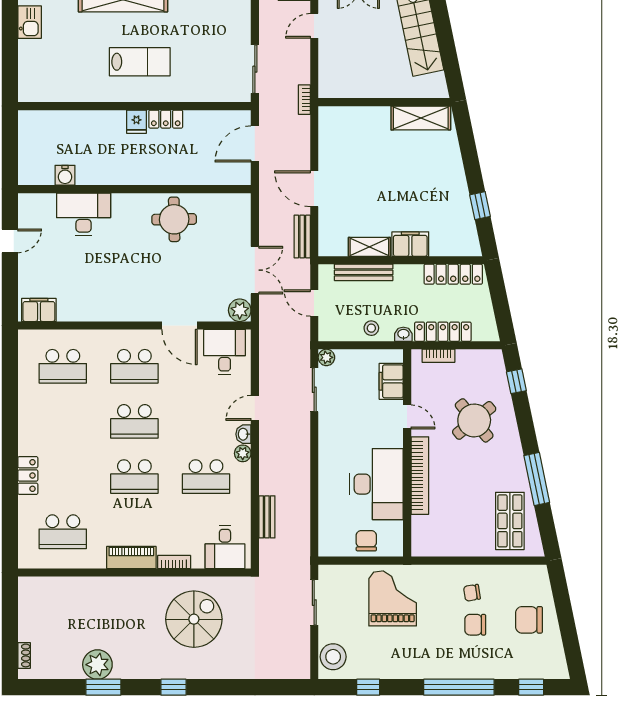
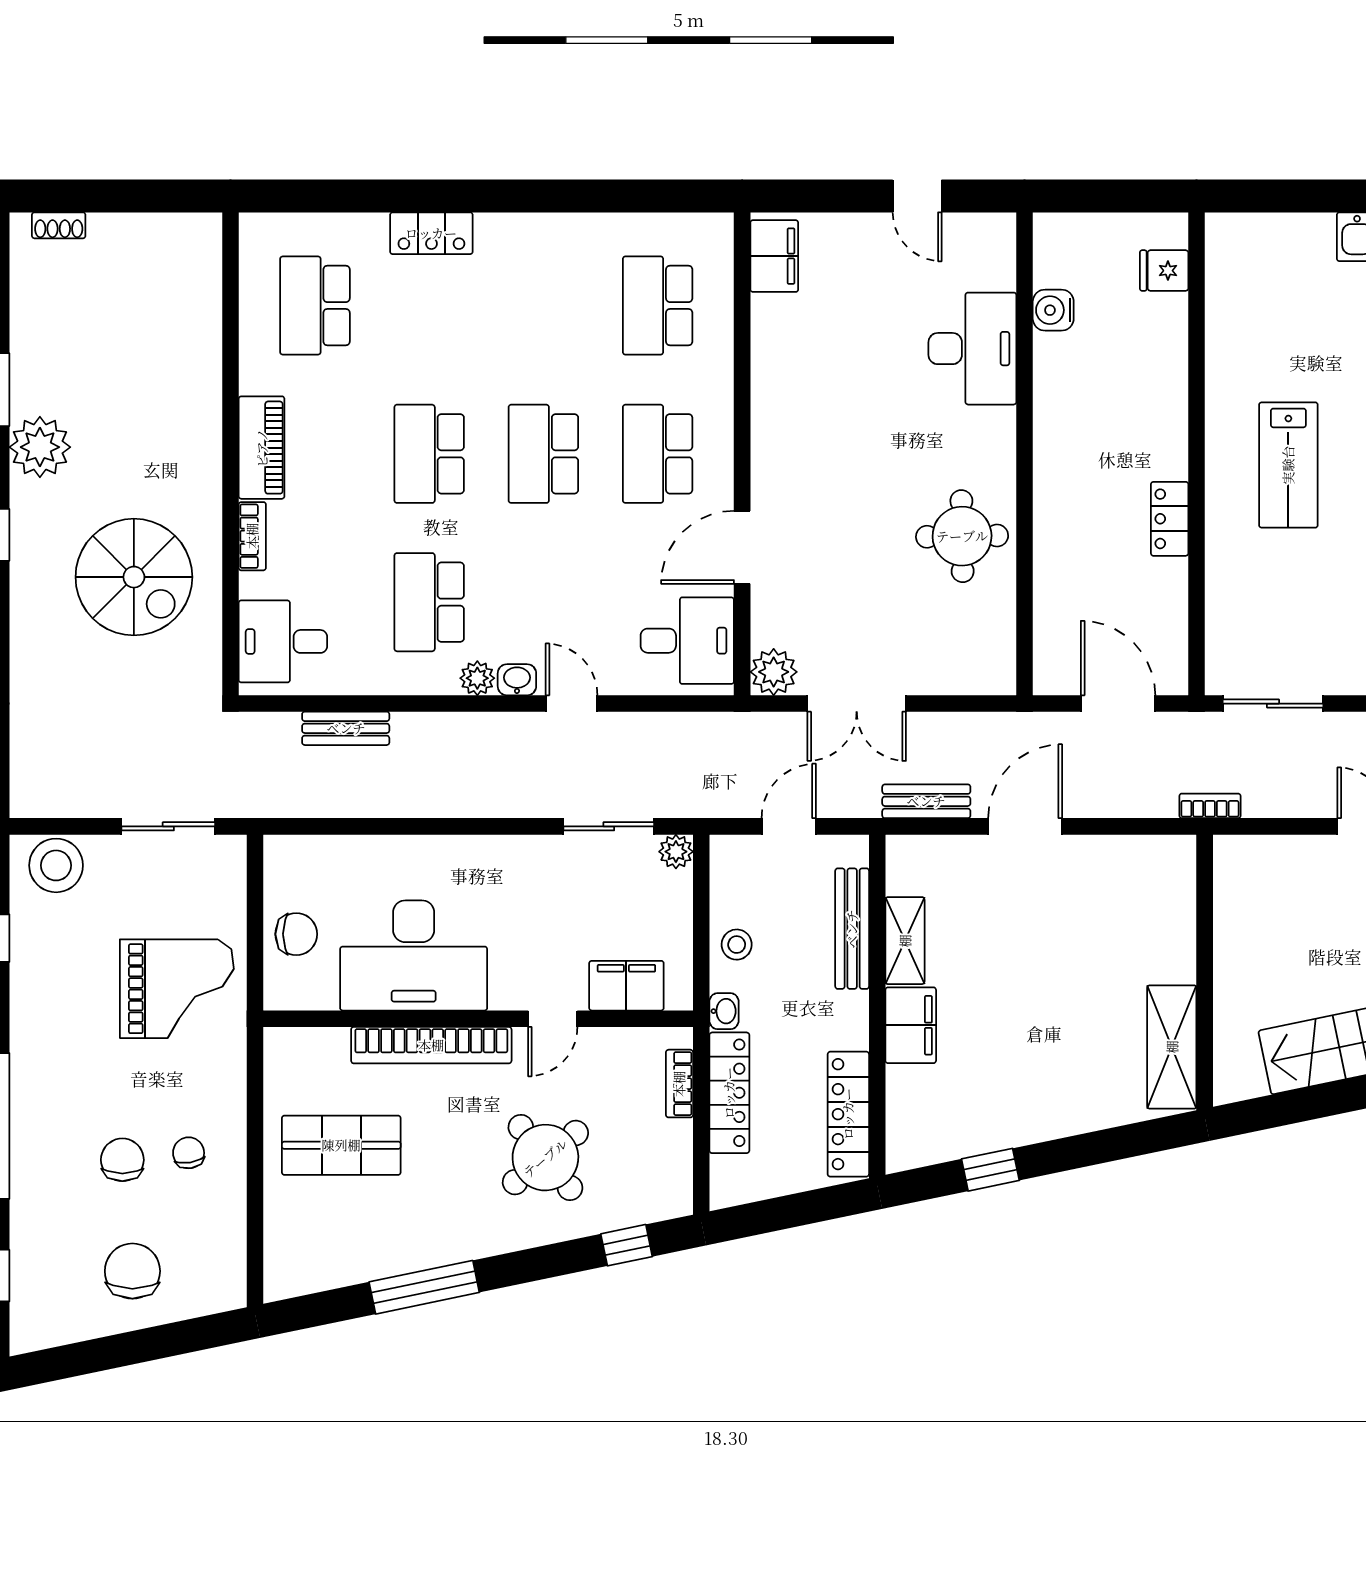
fridge: (136, 122) -> (1164, 271), moved
shop shelf: (510, 521) -> (341, 1145), moved
plant: (97, 665) -> (40, 447), moved

